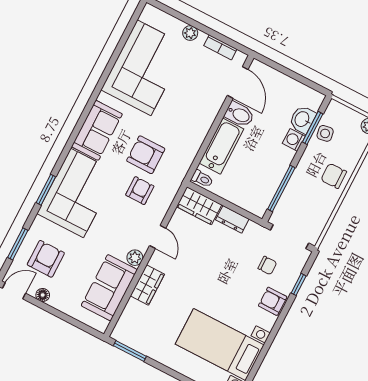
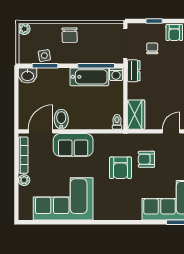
bookcase: (220, 47) -> (23, 155), width x1.56
washbasin: (302, 119) -> (28, 75), moved
sofa: (97, 130) -> (73, 145), moved, turned 180
washing machine: (294, 140) -> (116, 74), moved
bathtub: (221, 146) -> (89, 77), moved, turned 180
dresser: (232, 219) -> (134, 71), moved

